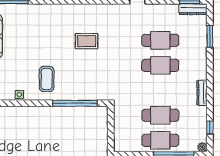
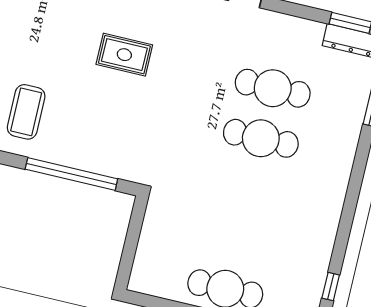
dresser: (202, 93) -> (331, 213), removed
cafe table: (160, 115) -> (237, 239), removed

